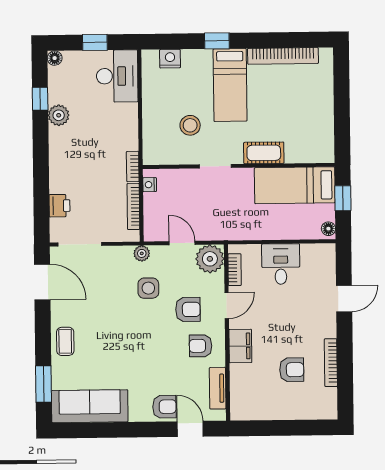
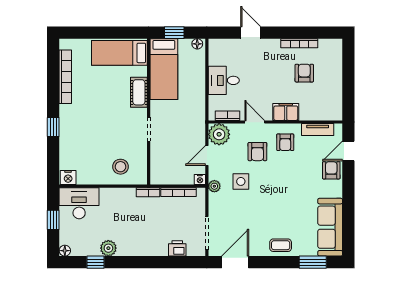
nightstand: (170, 59) -> (68, 177), moved, turned -90
bed: (230, 85) -> (119, 53), moved, turned 180
stool: (190, 125) -> (120, 167), moved
nightstand: (150, 185) -> (200, 180), moved
armchair: (188, 309) -> (257, 152), turned 180

